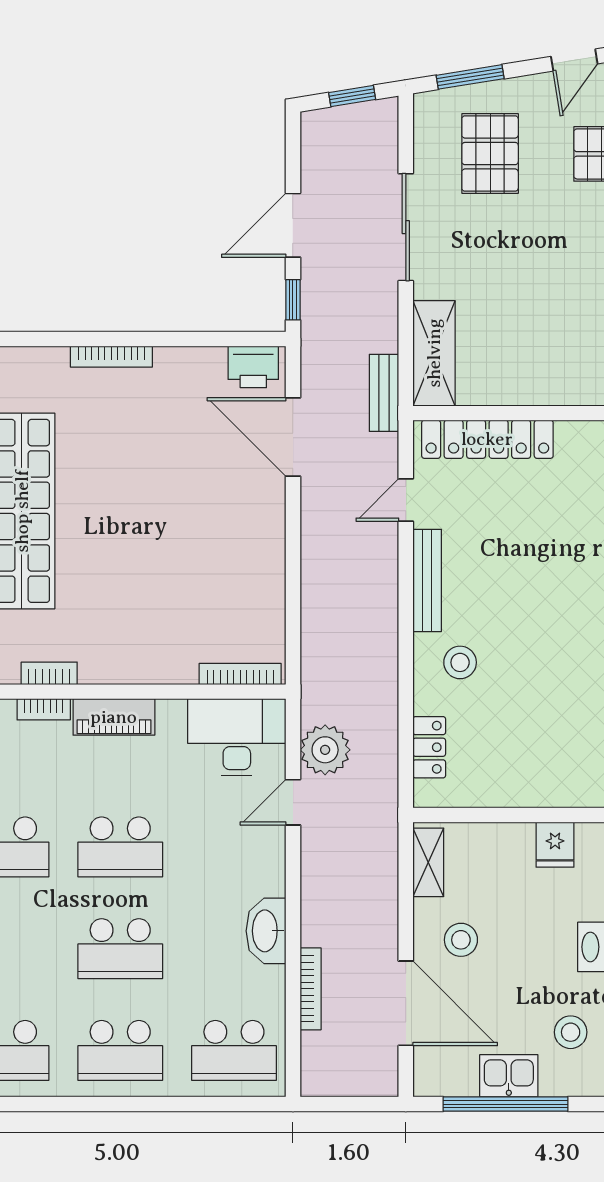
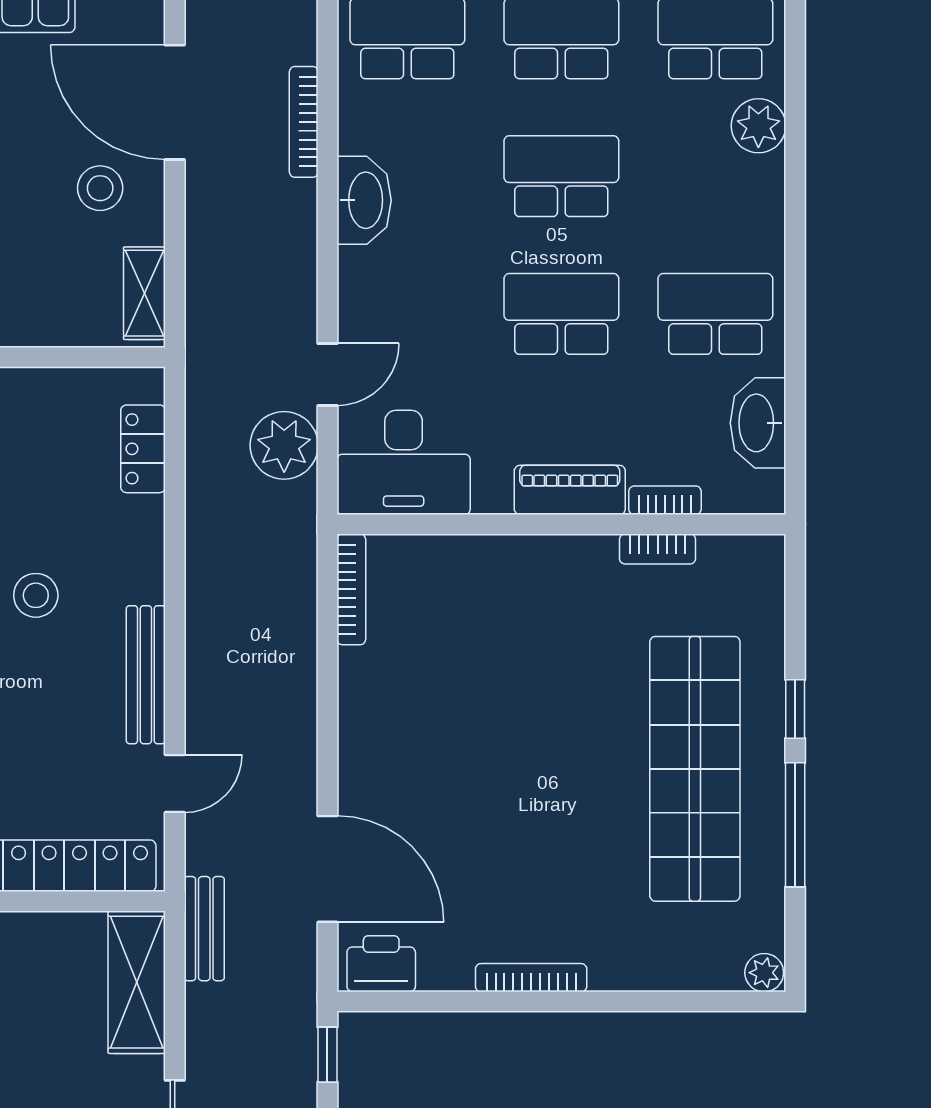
bookcase: (111, 357) -> (531, 978), moved
stool: (460, 662) -> (36, 595), moved
bookcase: (240, 674) -> (351, 589), moved, turned -90

